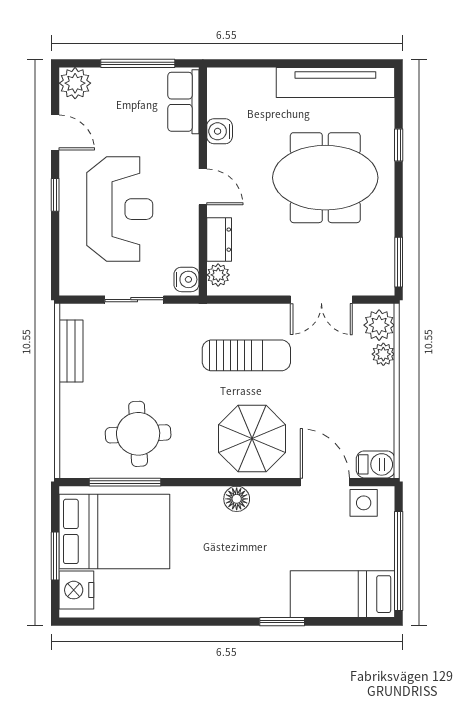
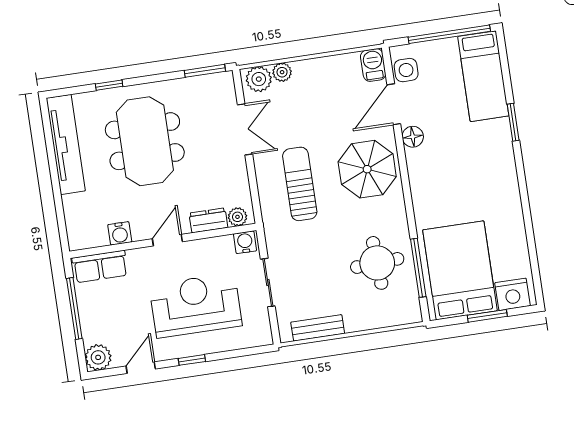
floor lamp: (237, 499) -> (413, 137), moved

